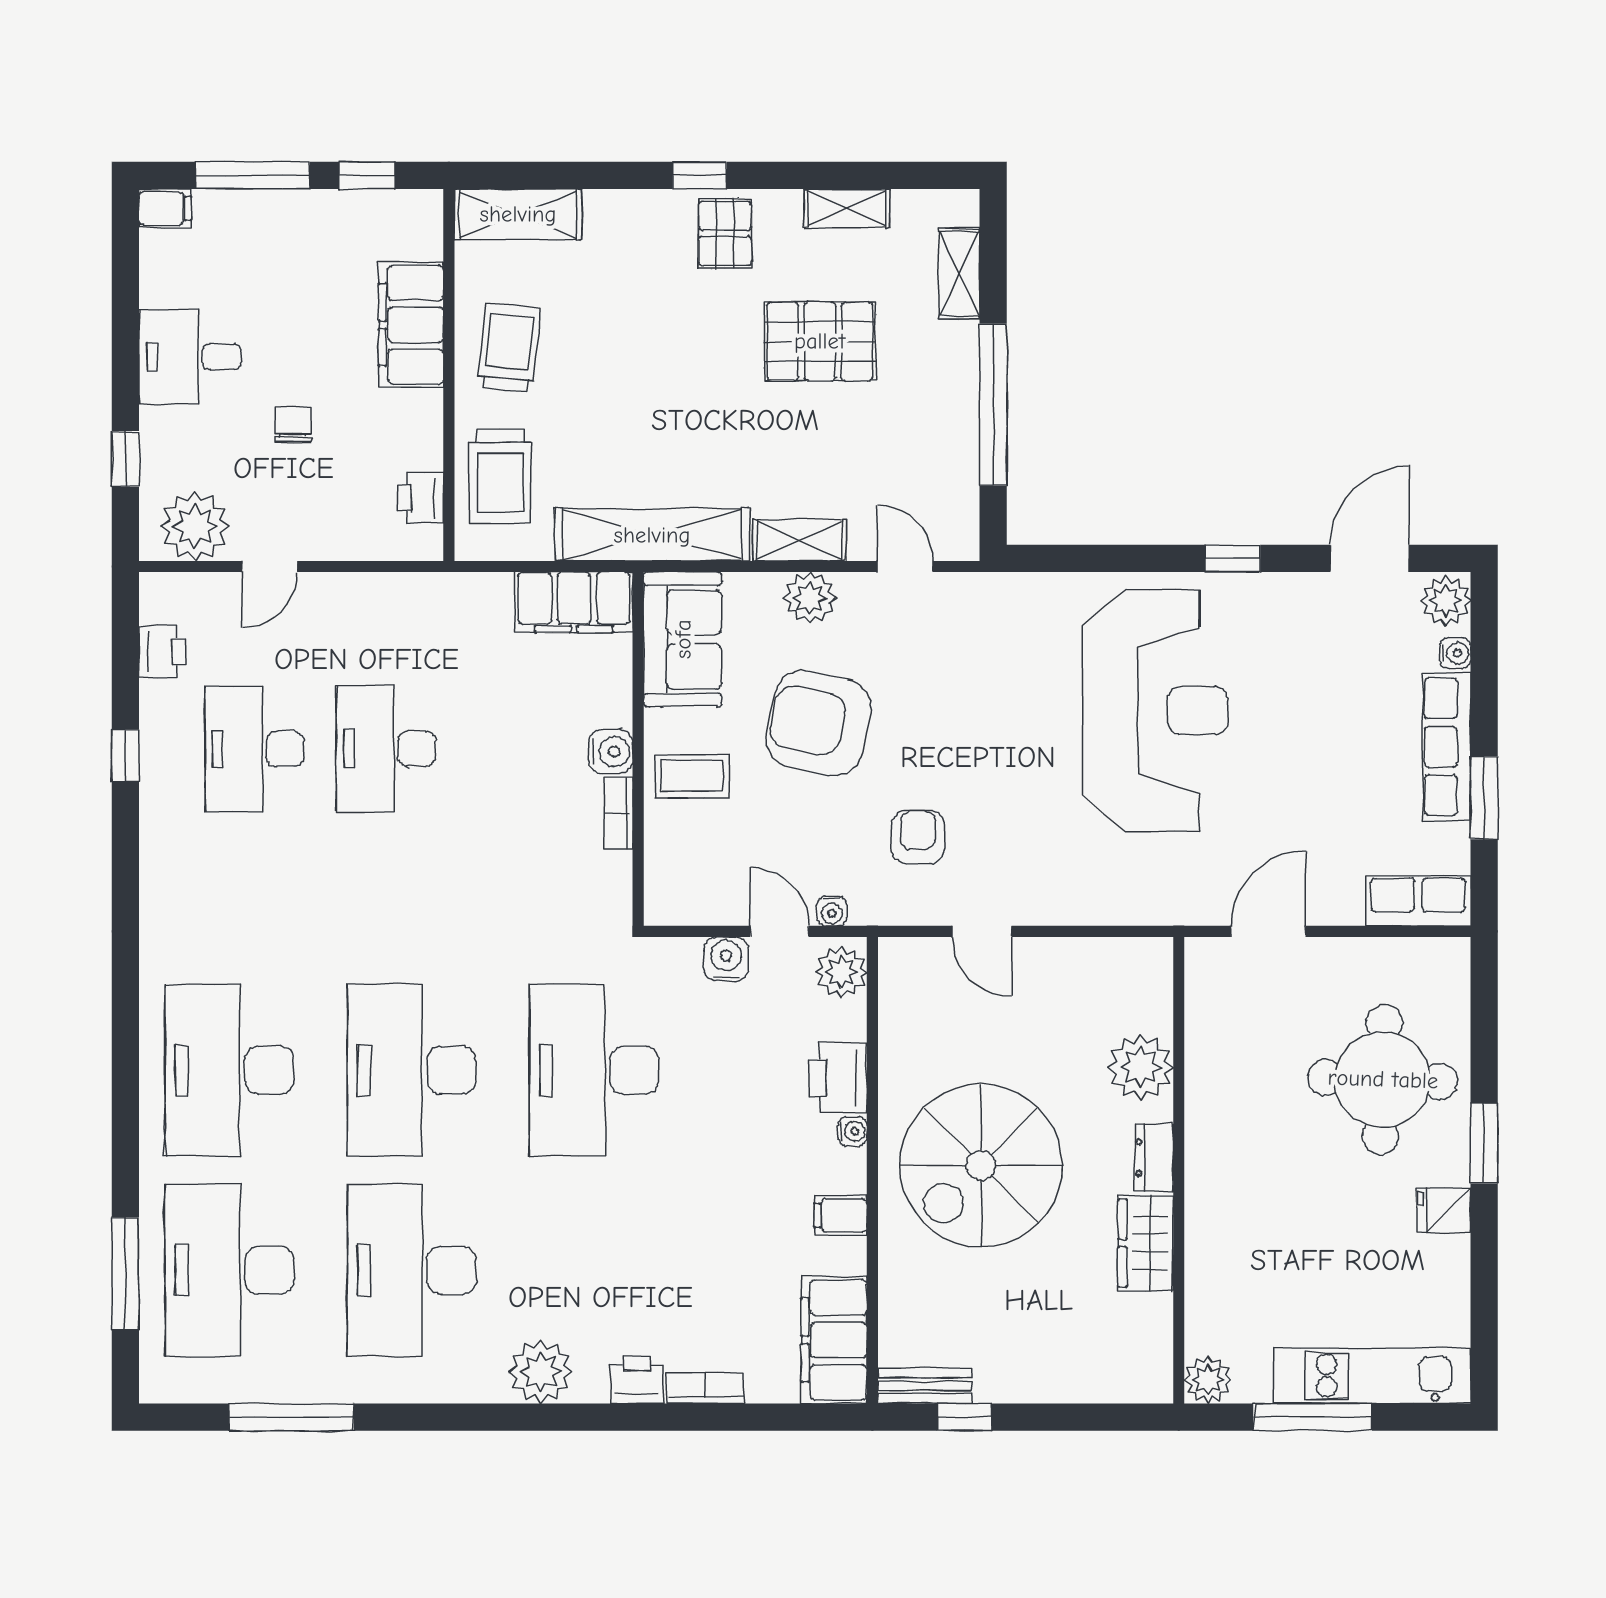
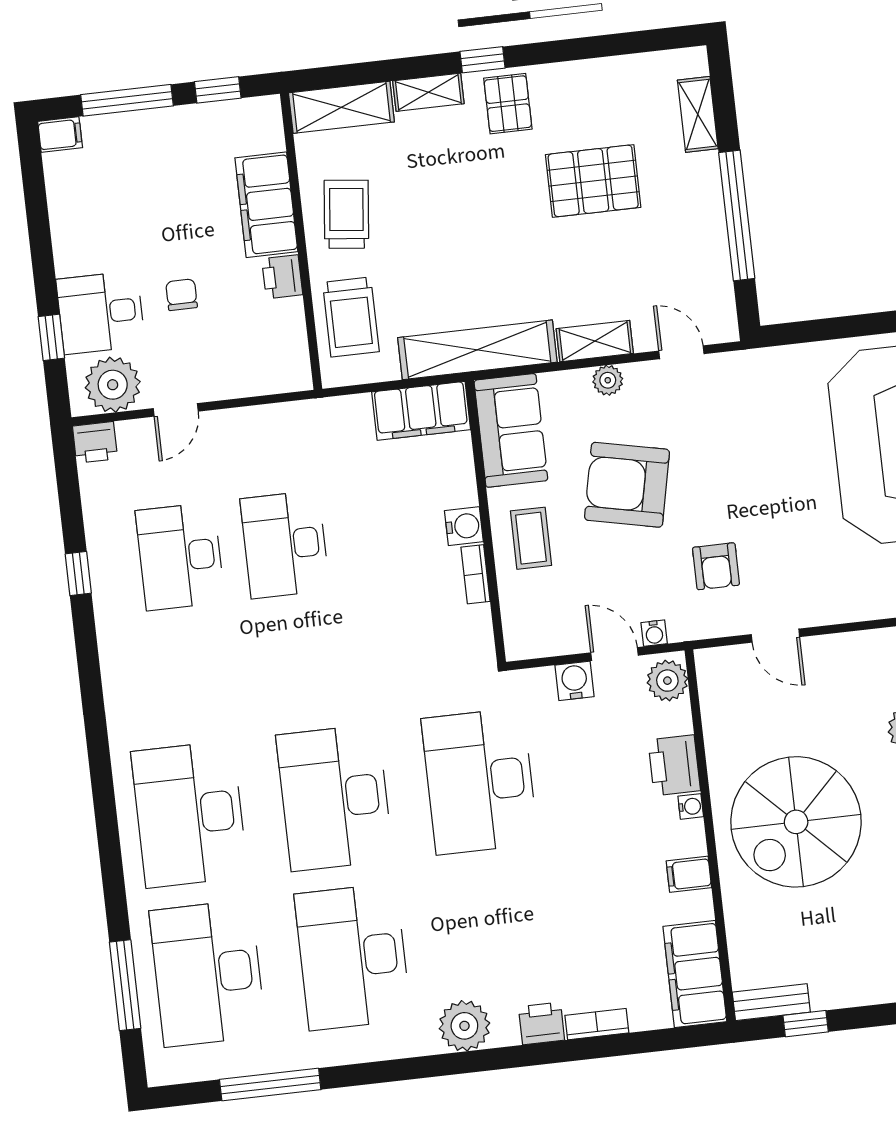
shelving: (847, 208) -> (428, 92), moved
desk: (190, 357) -> (101, 313), moved
printer: (421, 498) -> (282, 277), moved
plant: (810, 598) -> (608, 380), width x0.73, depth x0.73
printer: (162, 652) -> (95, 442), moved, turned 90
coffee table: (692, 776) -> (531, 538), turned 90
armchair: (918, 837) -> (716, 566), turned 180

